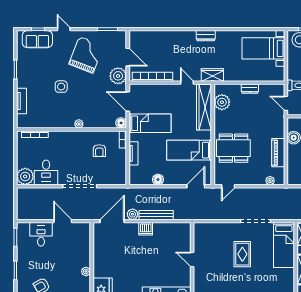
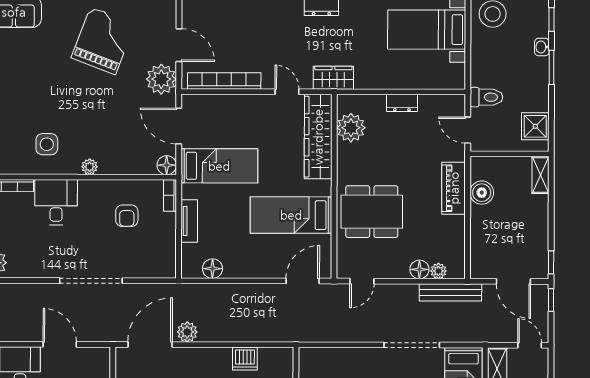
side table: (61, 87) -> (47, 144), moved
piano: (278, 153) -> (454, 188), moved
desk: (46, 172) -> (56, 202), moved, turned 180
floor lamp: (158, 180) -> (212, 269), moved
floor lamp: (260, 180) -> (419, 269), added
bench: (156, 215) -> (450, 292), moved
dishwasher: (146, 229) -> (245, 359), moved

